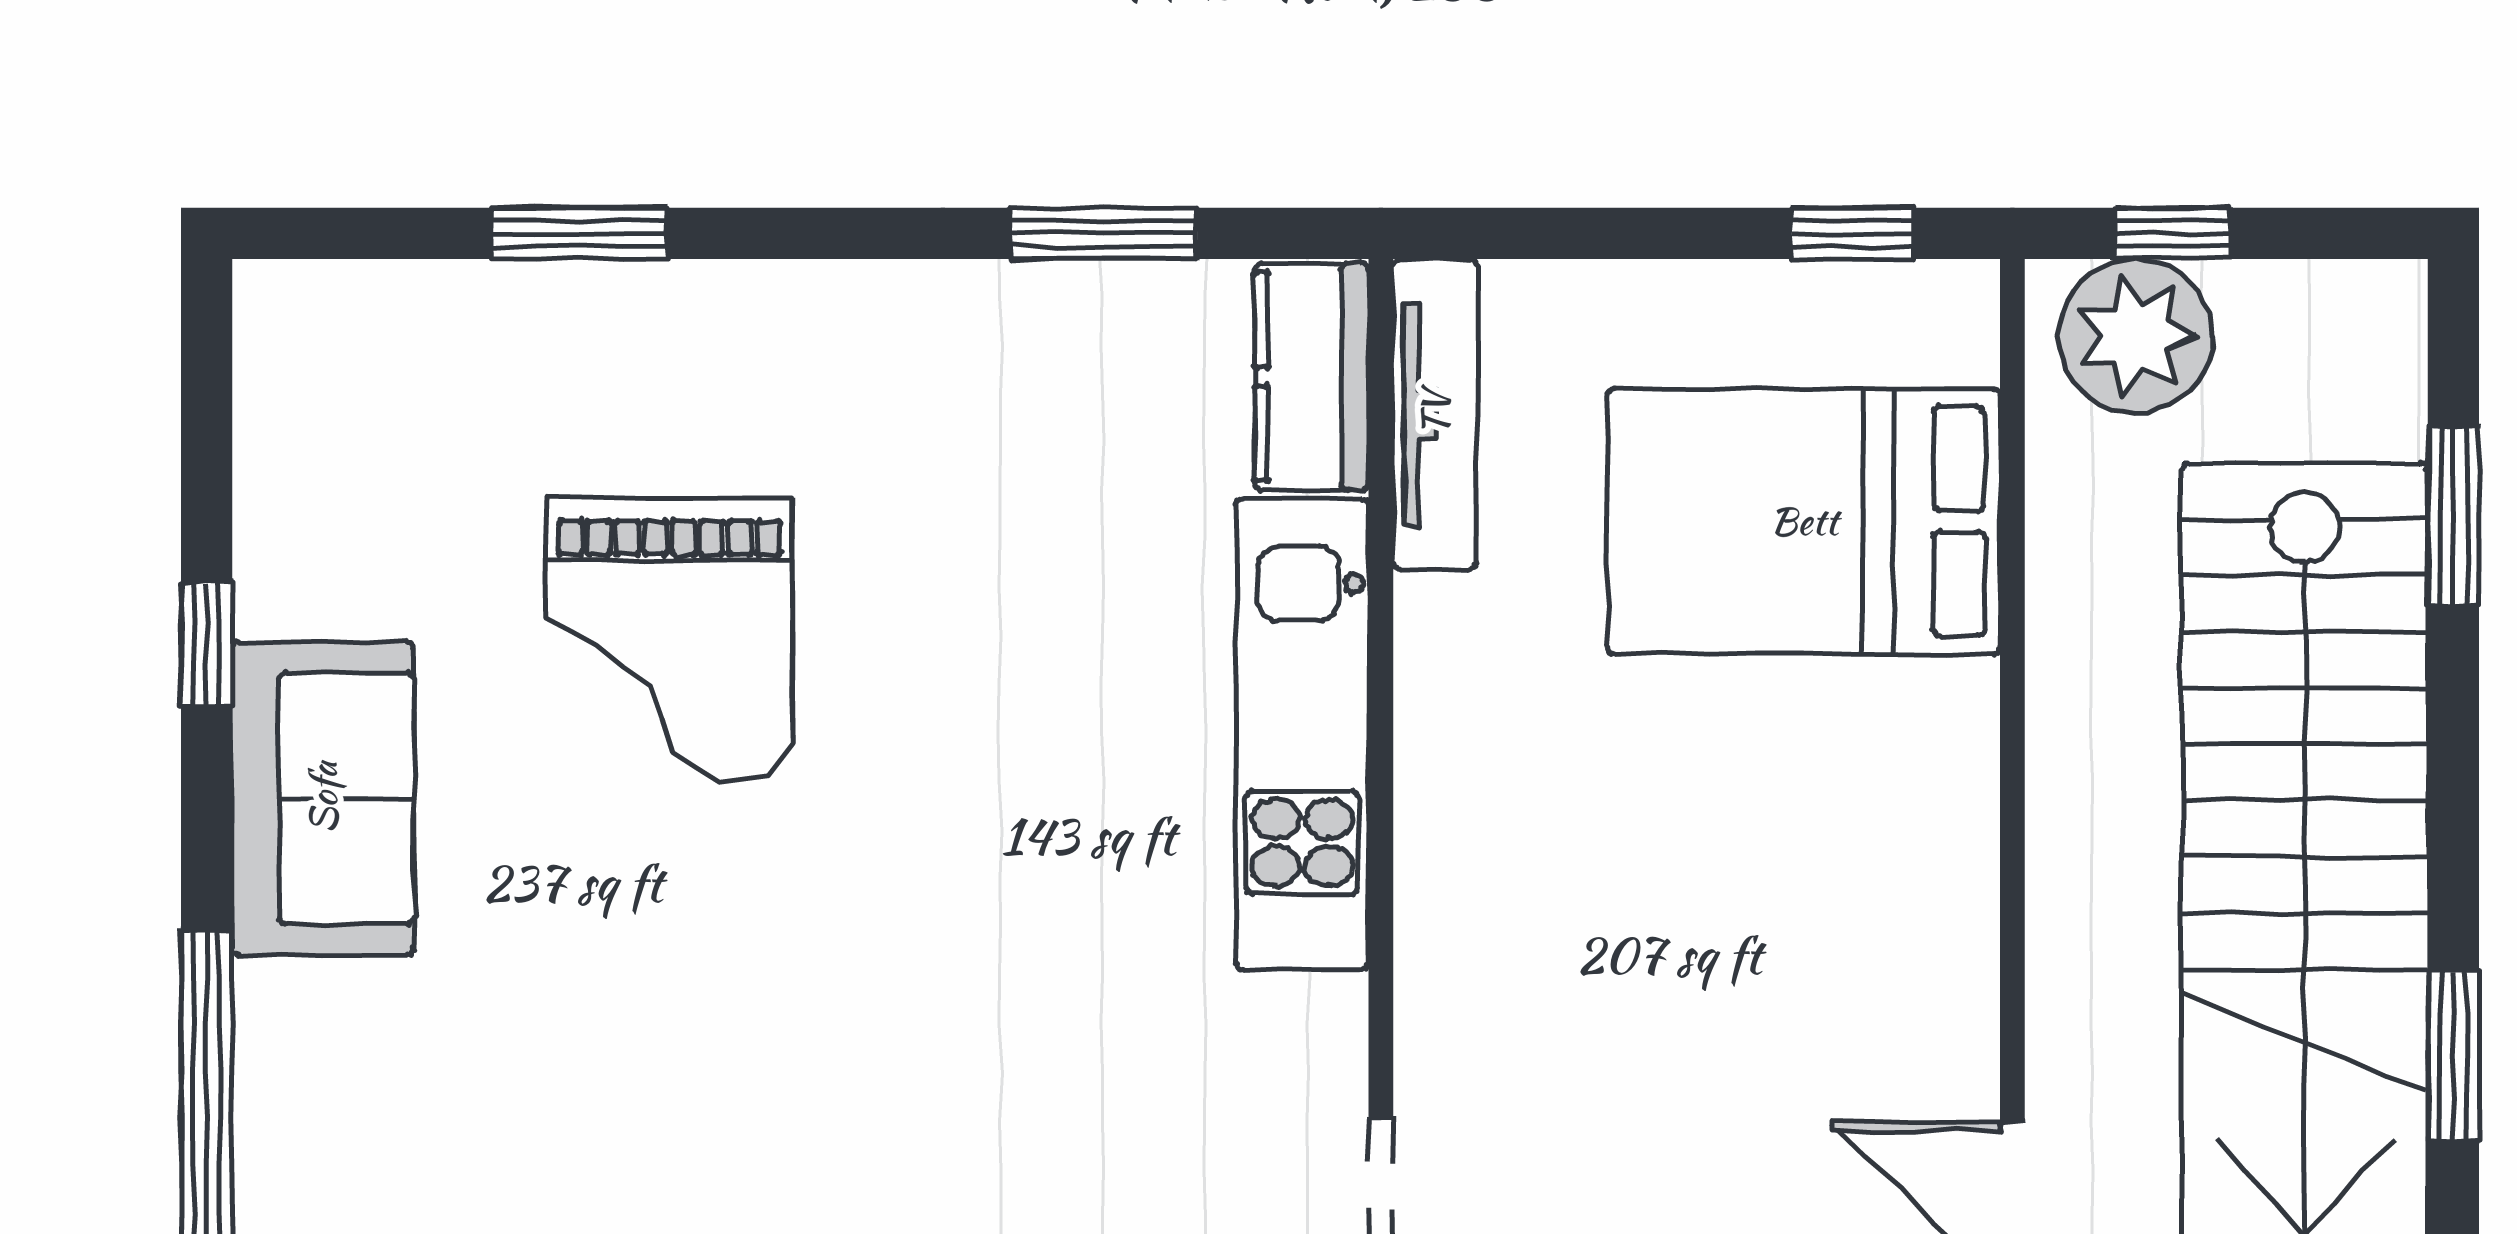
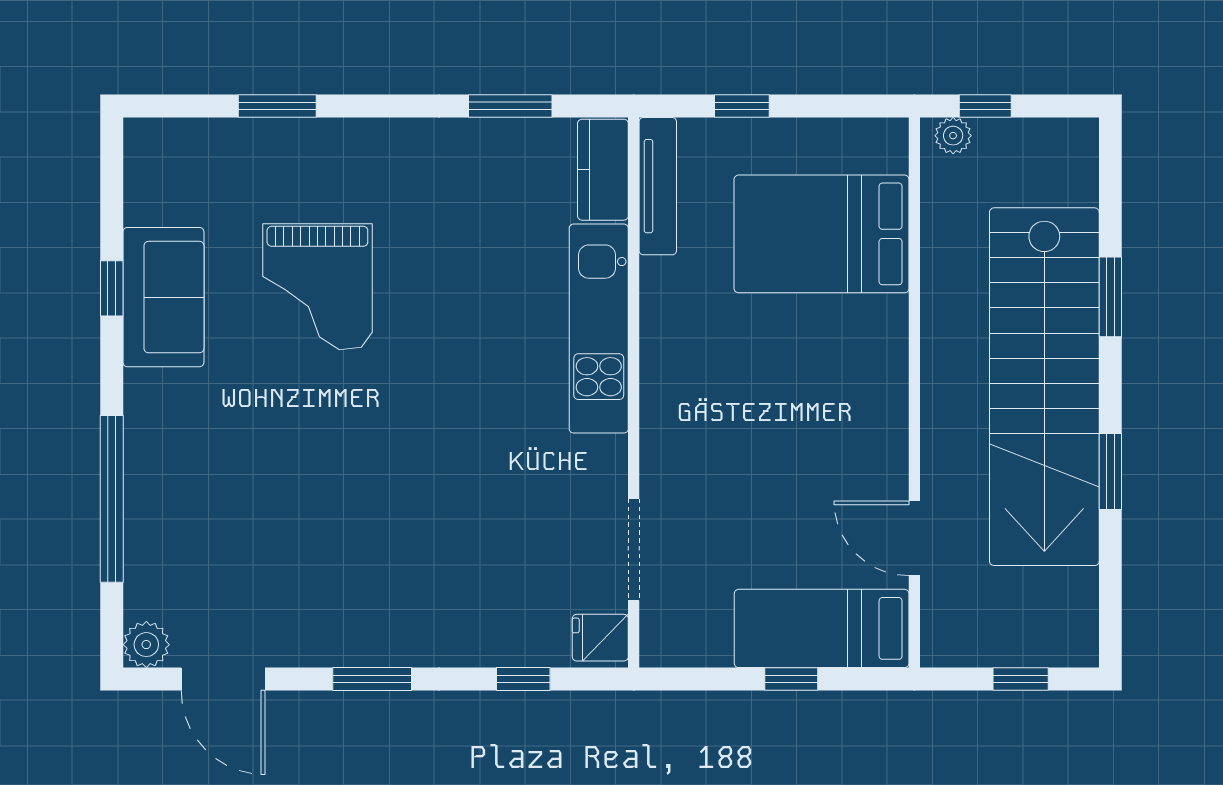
window: (1853, 233) -> (742, 106), moved
plant: (2136, 336) -> (953, 136), width x0.53, depth x0.53
window: (2453, 516) -> (1110, 297), moved
sofa: (323, 798) -> (163, 297), moved

